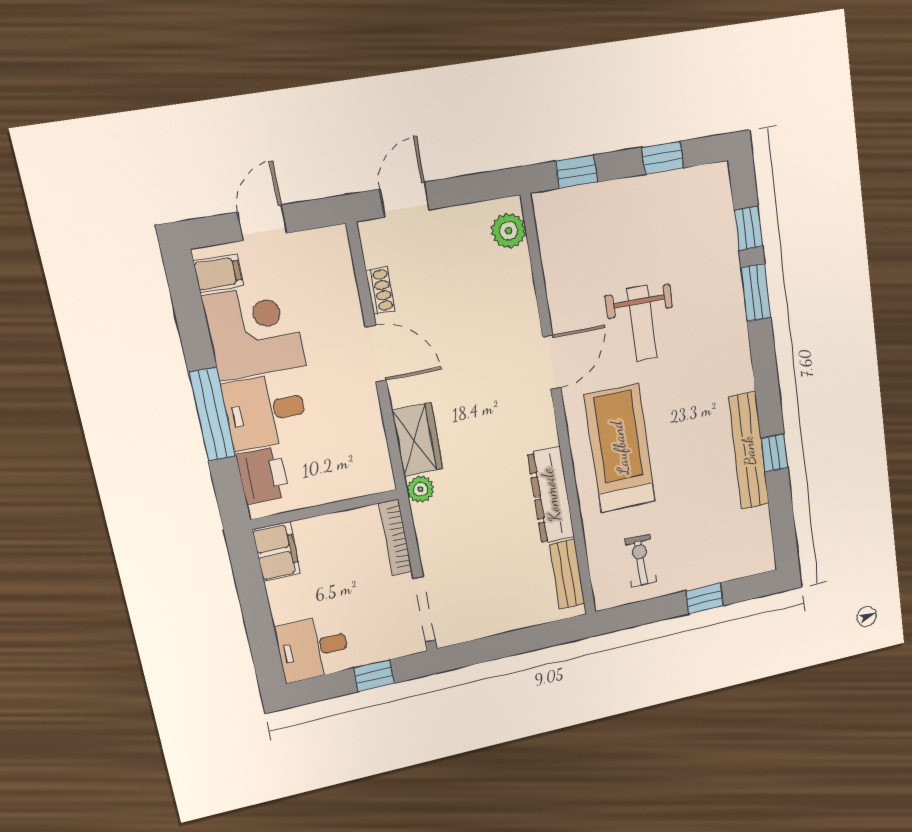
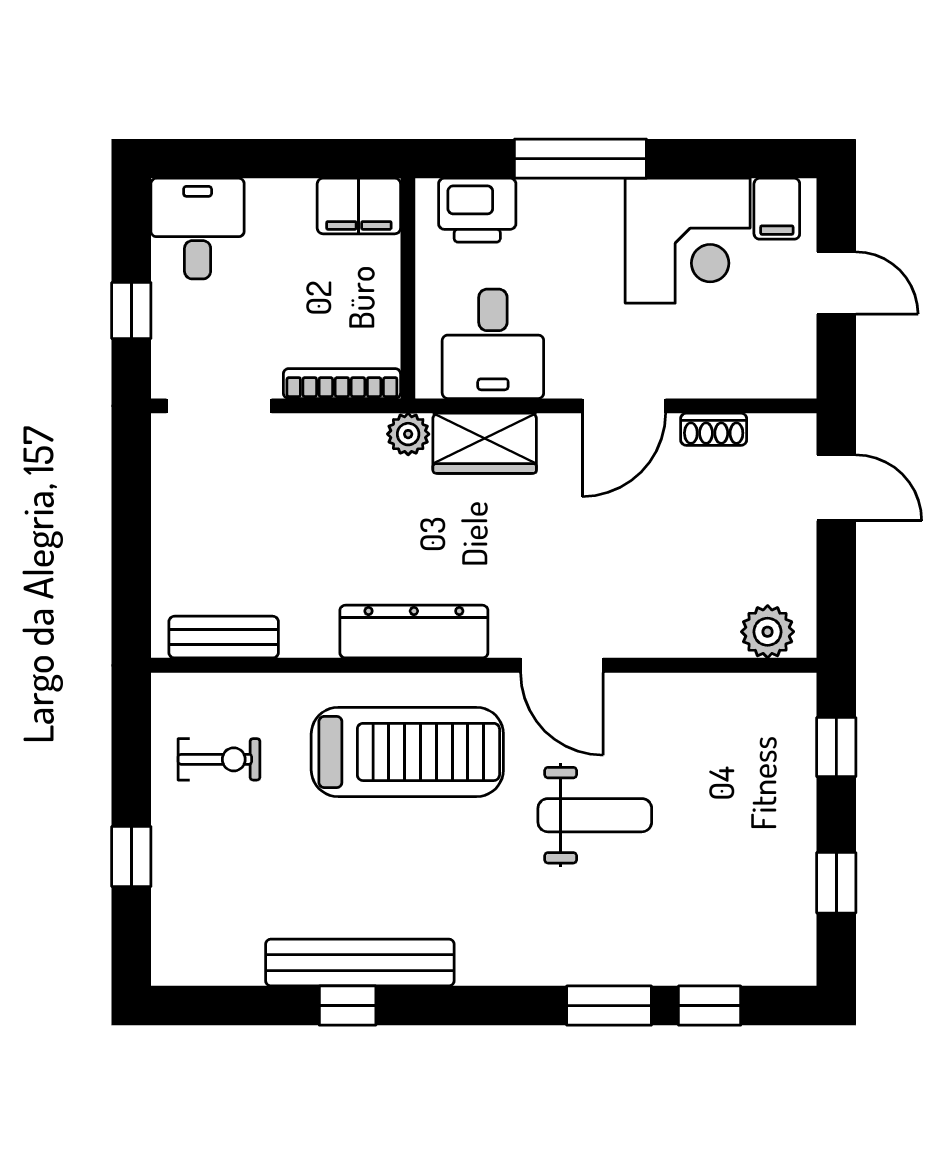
weight bench: (642, 323) -> (595, 815), turned 180
desk: (265, 411) -> (493, 344), moved, turned 180
dresser: (551, 495) -> (414, 632), moved

